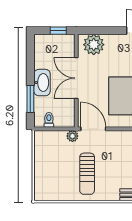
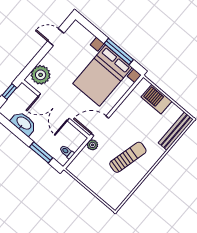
washbasin: (42, 83) -> (24, 123), moved
sun lounger: (87, 174) -> (128, 157), turned -76

